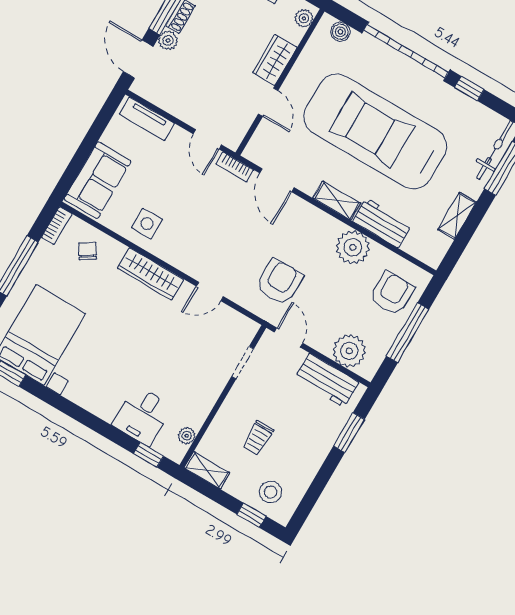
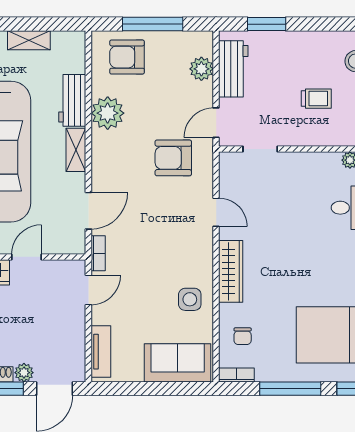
chair: (87, 251) -> (243, 336), turned -57
plant: (349, 351) -> (201, 69), width x0.73, depth x0.73

